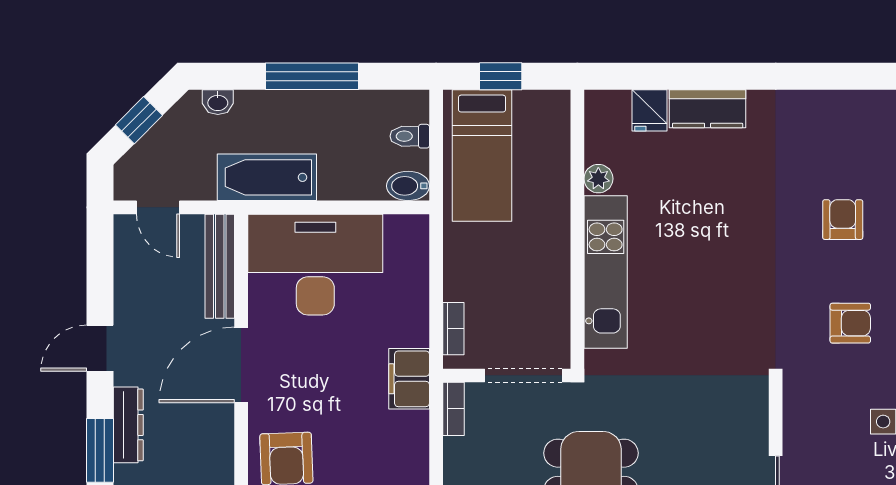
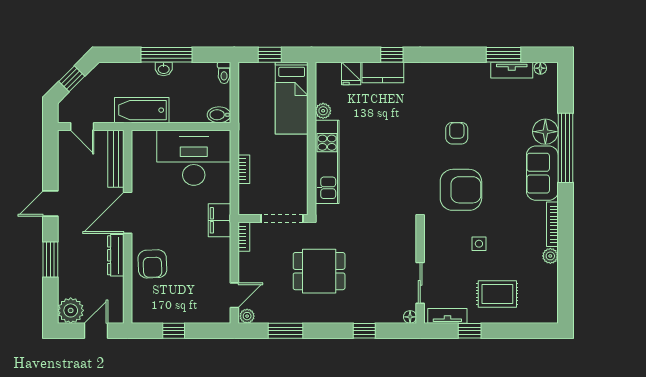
window: (724, 76) -> (392, 55), added
washbasin: (218, 102) -> (164, 69), moved
toilet: (410, 136) -> (224, 73), moved, turned -90
bed: (482, 156) -> (292, 98), moved
desk: (315, 265) -> (194, 158), moved
armchair: (850, 323) -> (461, 190), width x1.88, depth x1.88
bookcase: (453, 329) -> (244, 169), moved
dresser: (128, 425) -> (116, 255), moved, turned 180

